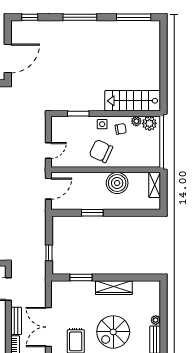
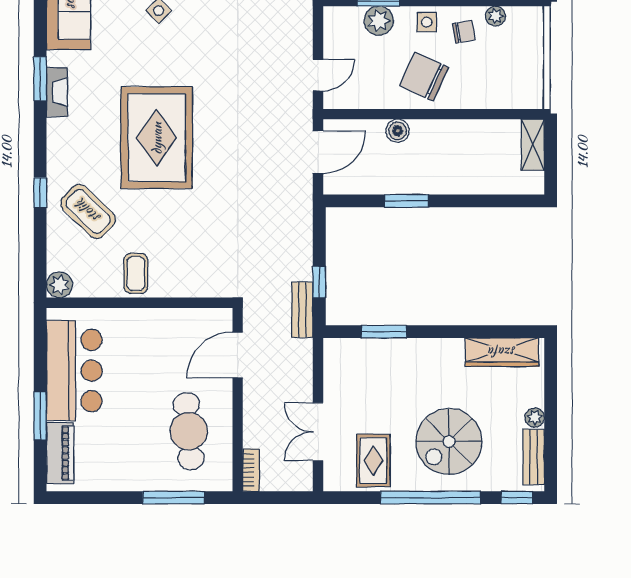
plant: (149, 123) -> (379, 21), moved
boiler: (117, 183) -> (398, 131), moved, width x0.54, depth x0.54
wardrobe: (114, 288) -> (502, 352), moved
bench: (16, 321) -> (302, 310), moved
double door: (48, 327) -> (318, 432), width x0.73

